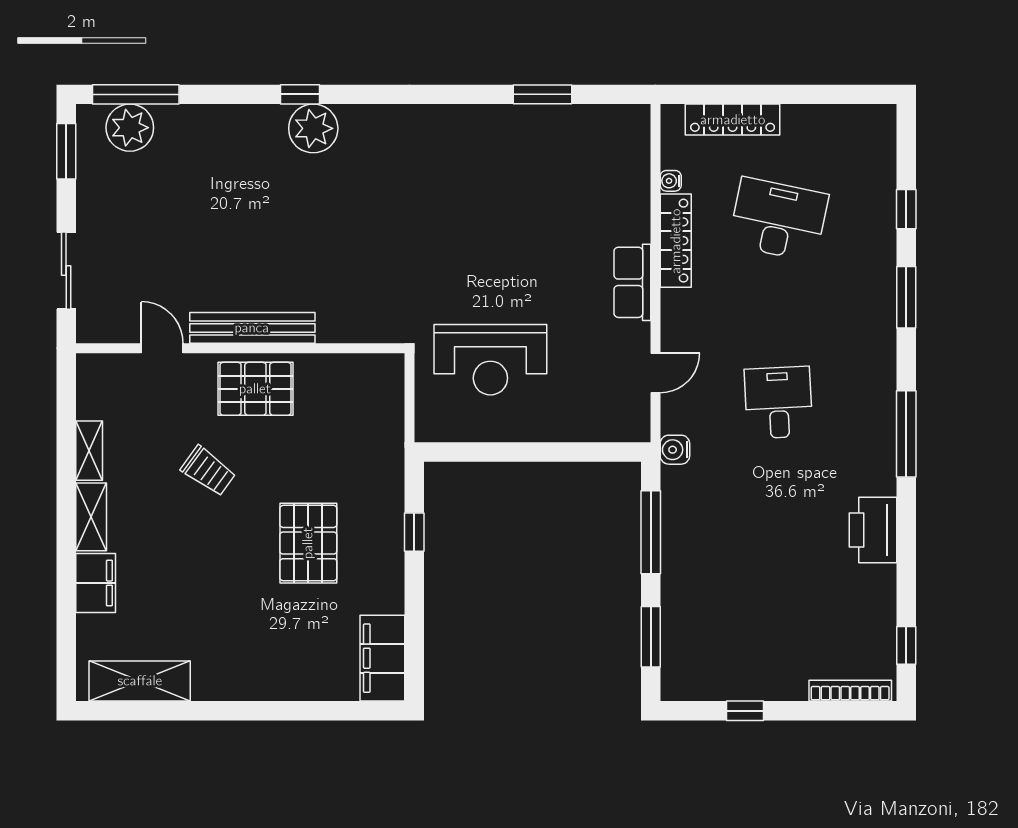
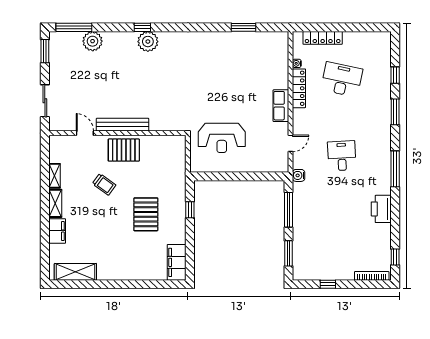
plant: (130, 128) -> (93, 41), moved

